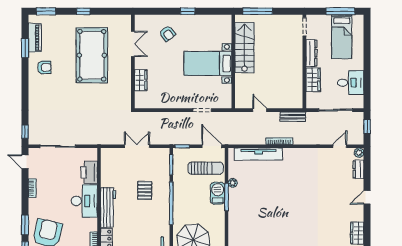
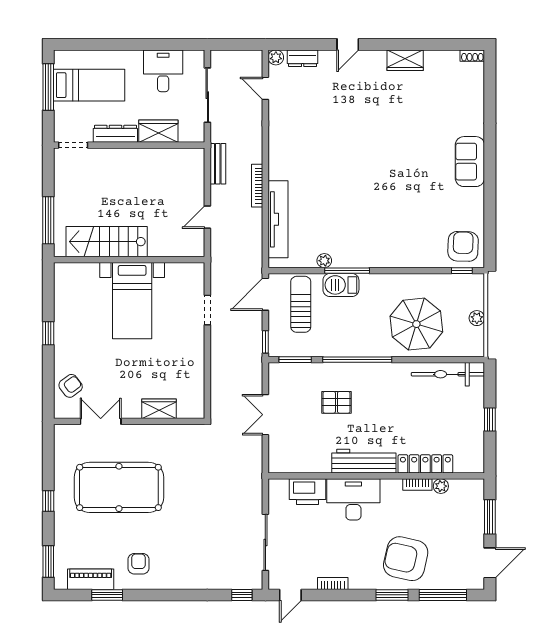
armchair: (167, 34) -> (71, 386), moved
window: (367, 127) -> (234, 44), removed
door: (367, 197) -> (348, 44), hinge flipped

